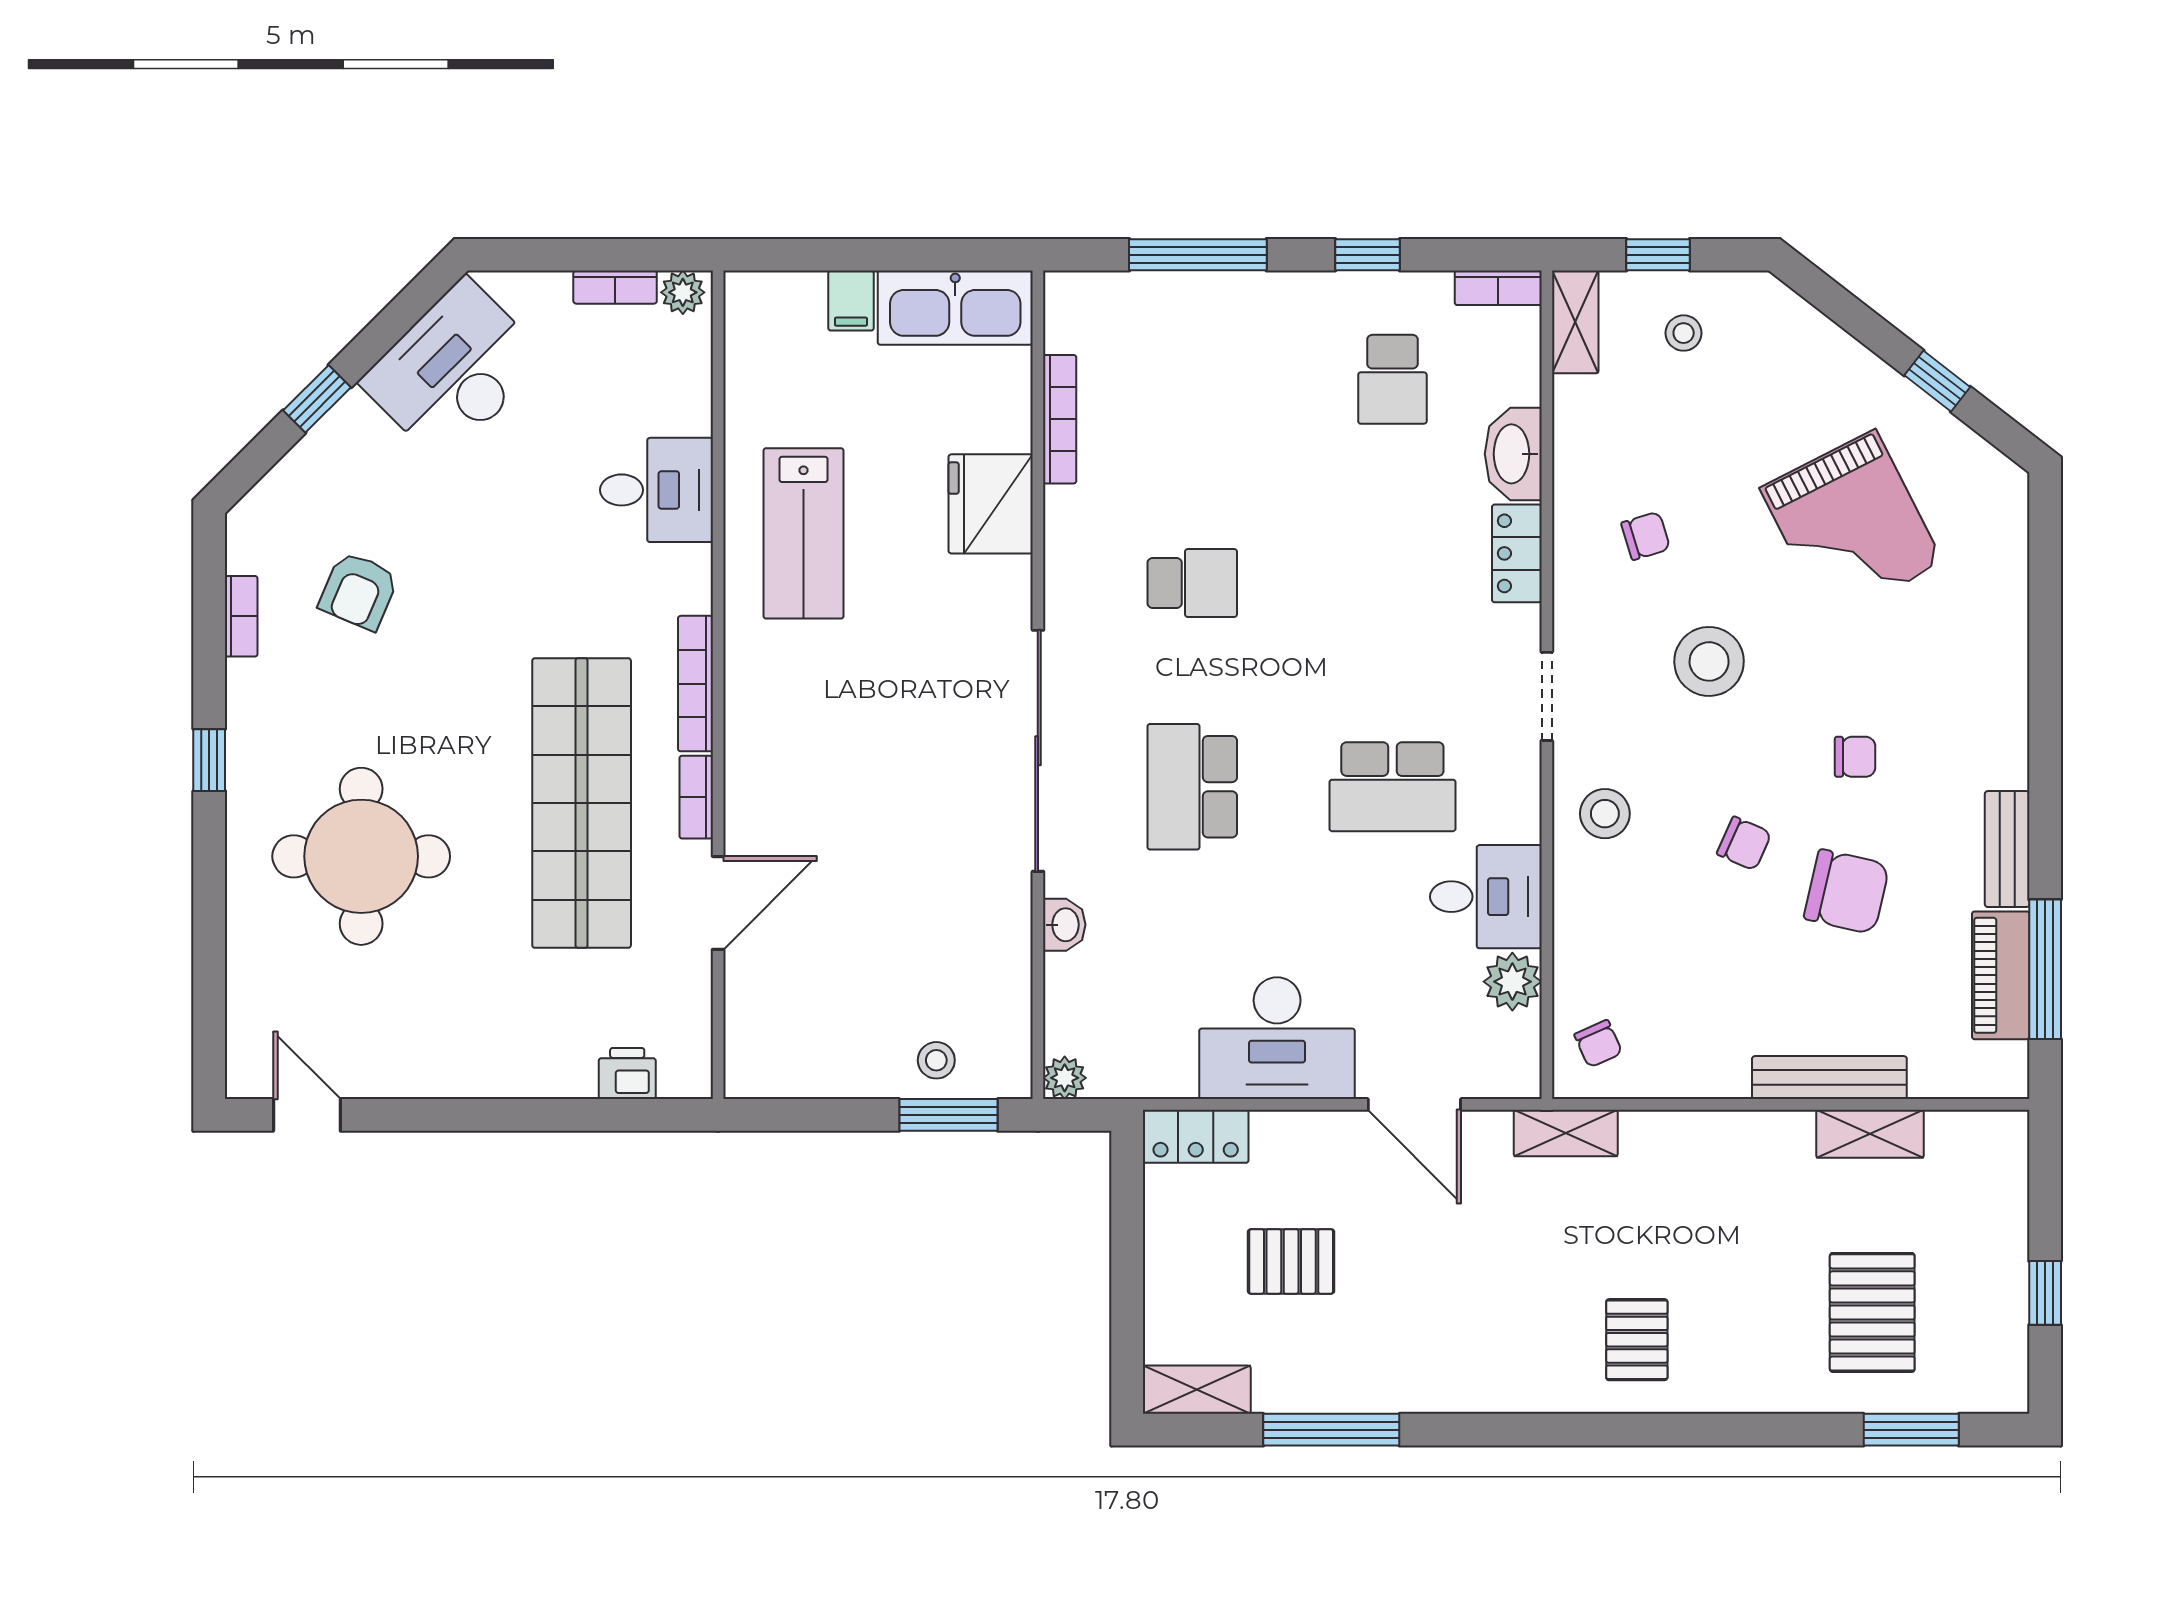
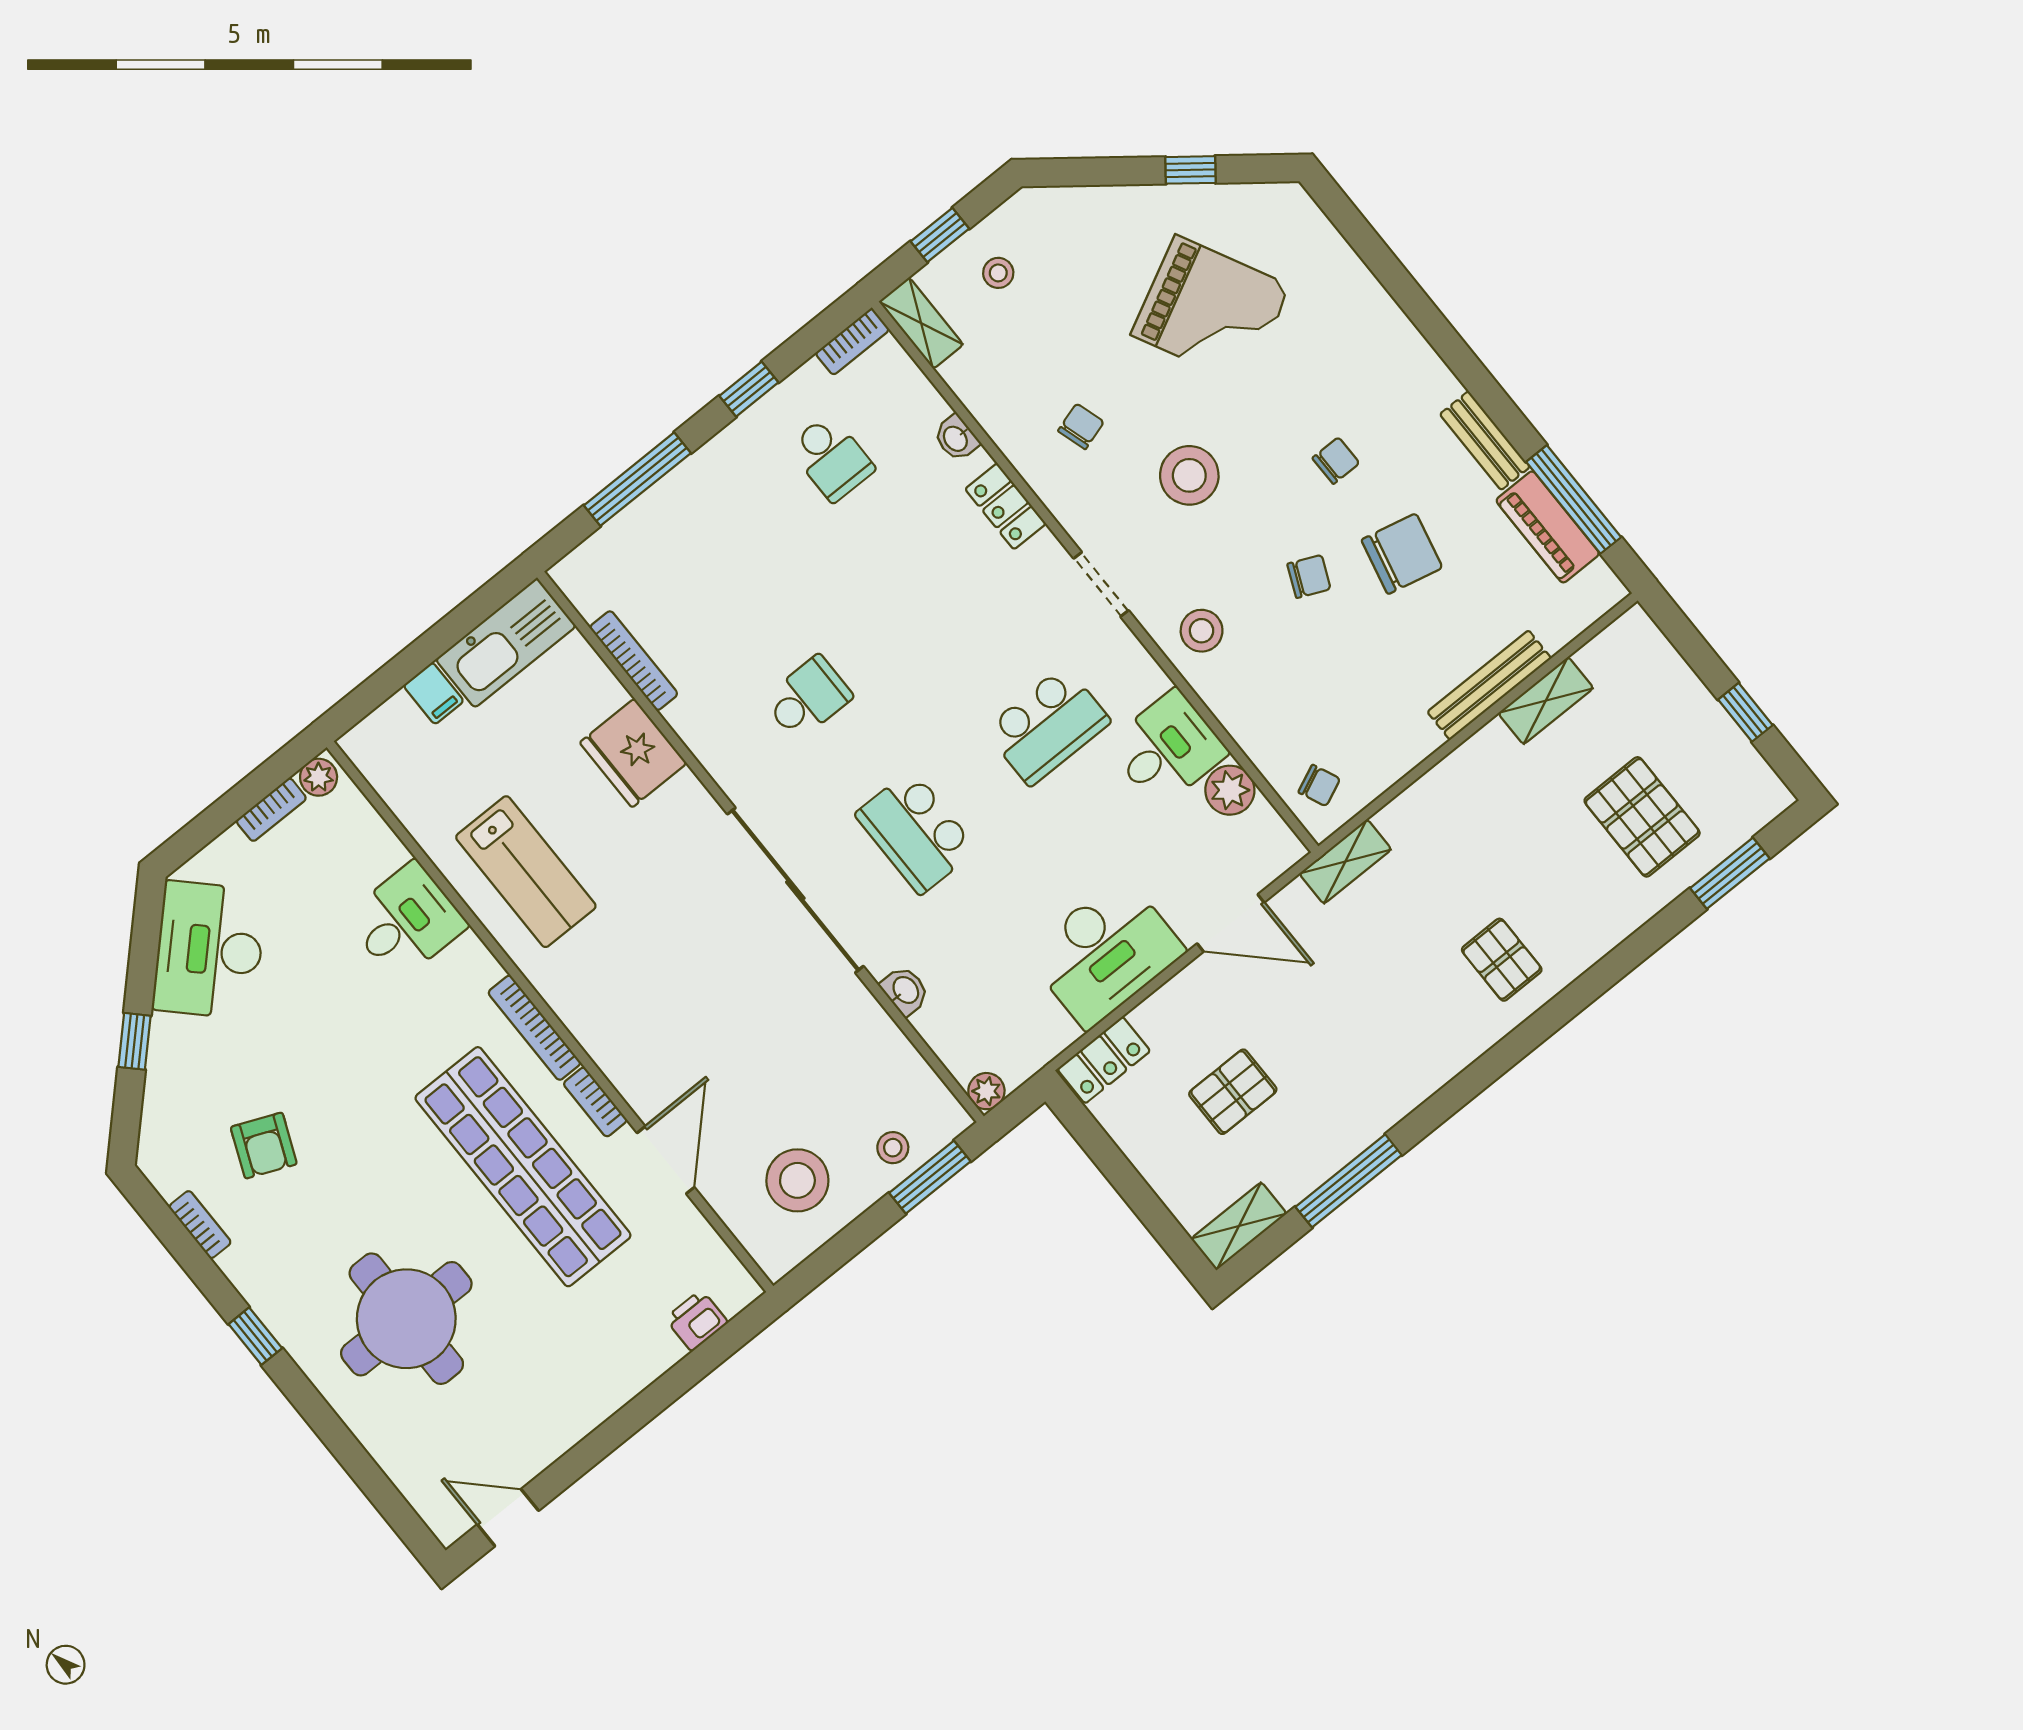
washbasin: (1513, 454) -> (956, 438), width x0.52, depth x0.69
stool: (824, 1020) -> (797, 1180), added

